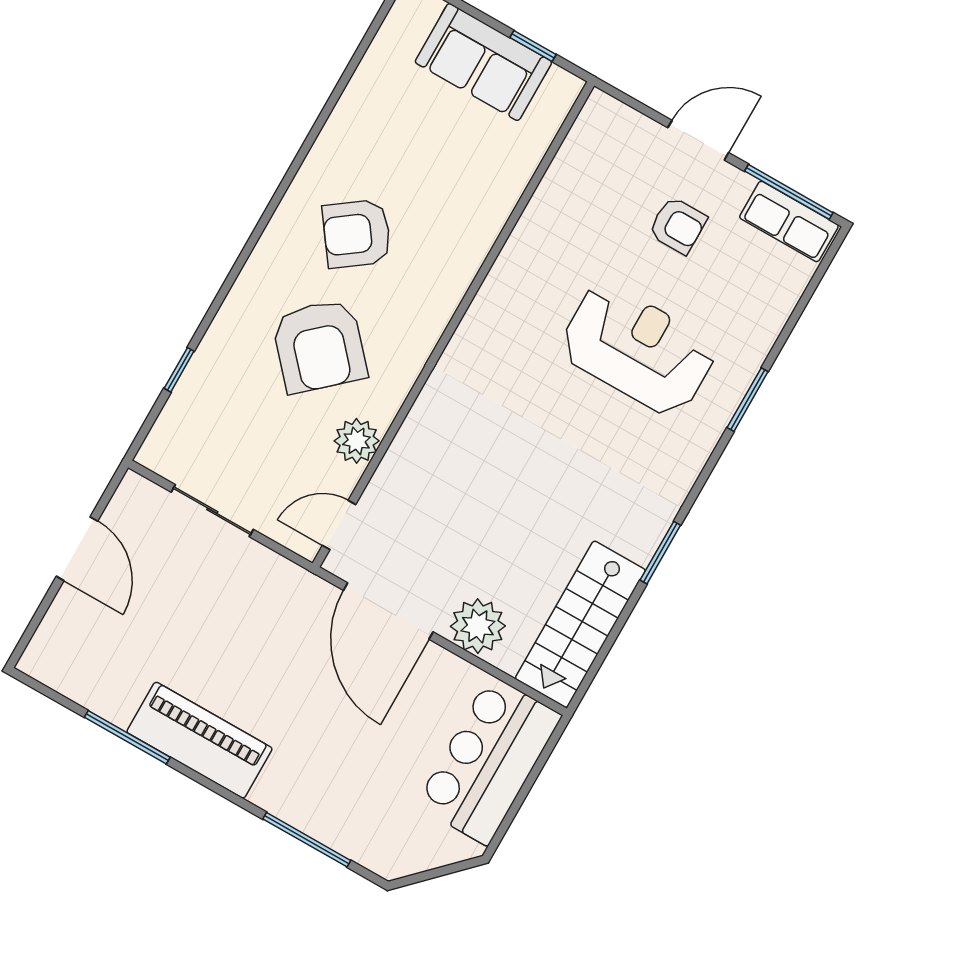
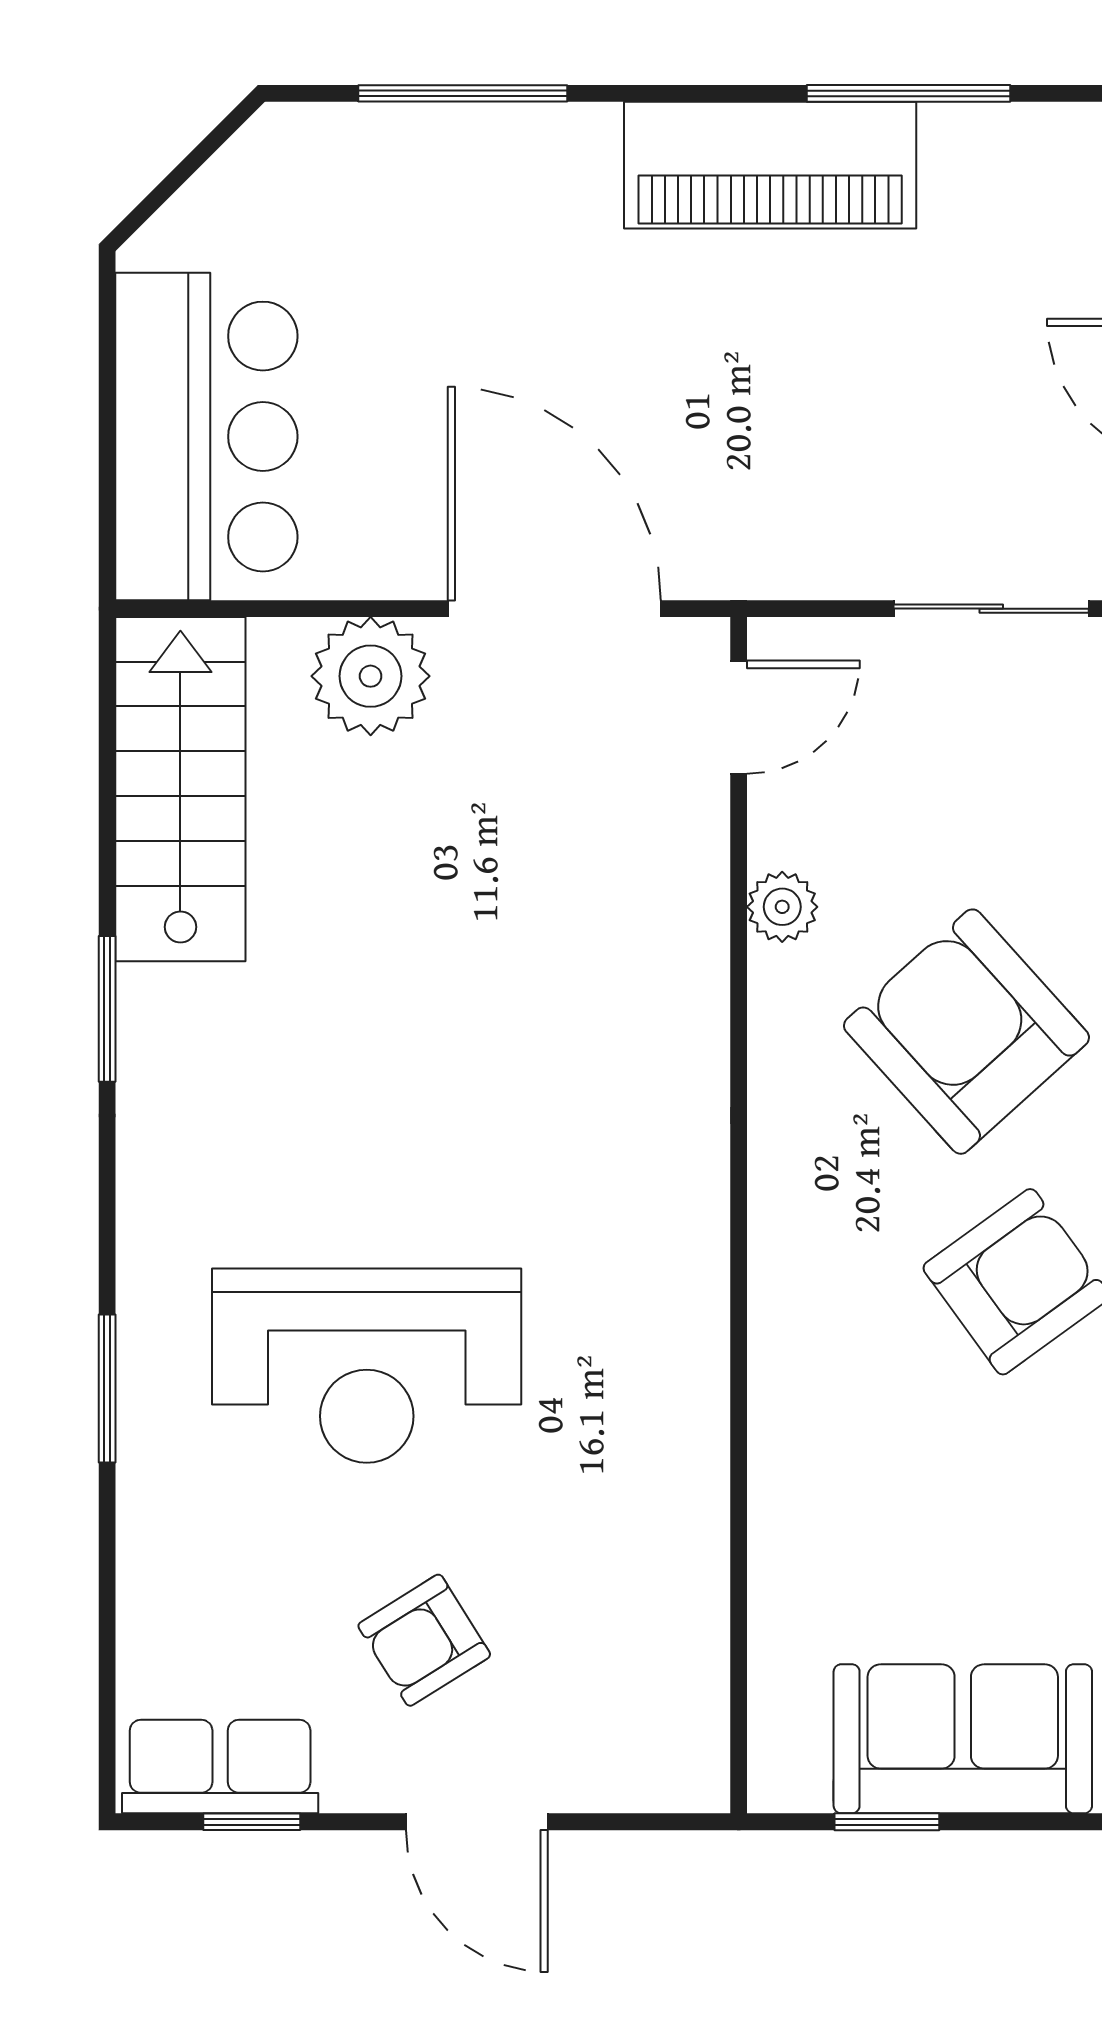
door: (698, 140) -> (477, 1822), hinge flipped
window: (789, 192) -> (252, 1822), width x0.46
armchair: (678, 225) -> (424, 1640), turned -32
plant: (357, 441) -> (782, 907), width x0.73, depth x0.73

